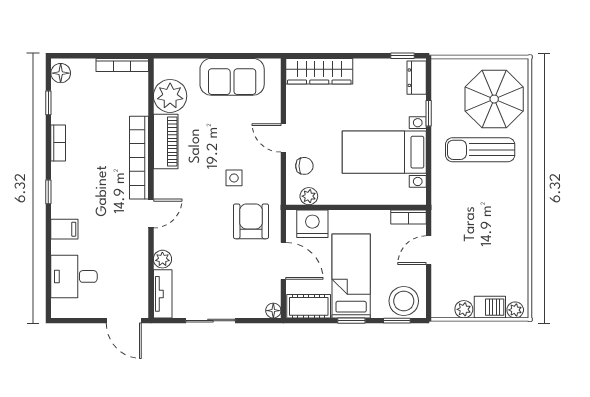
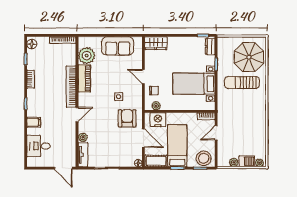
wardrobe: (319, 71) -> (156, 43), width x0.67

